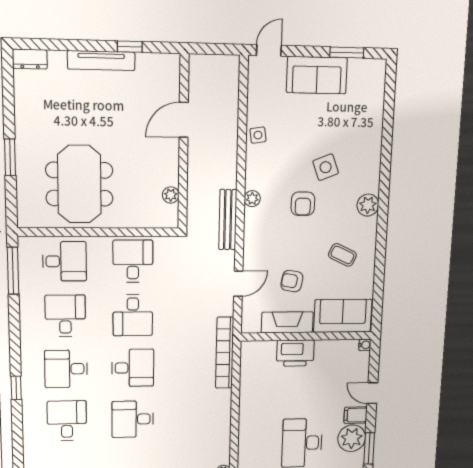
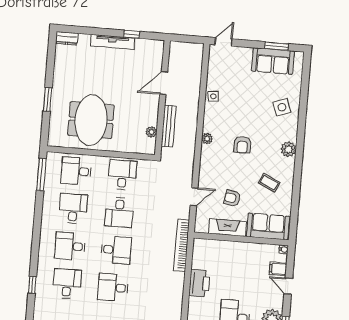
sofa: (317, 75) -> (273, 61), moved
side table: (326, 167) -> (282, 107), moved
bench: (228, 220) -> (169, 126), moved
desk: (64, 261) -> (76, 171), turned 180
printer: (295, 353) -> (199, 283), moved, turned -90
window: (16, 388) -> (32, 285), moved
filing cabinet: (356, 415) -> (278, 269), moved

